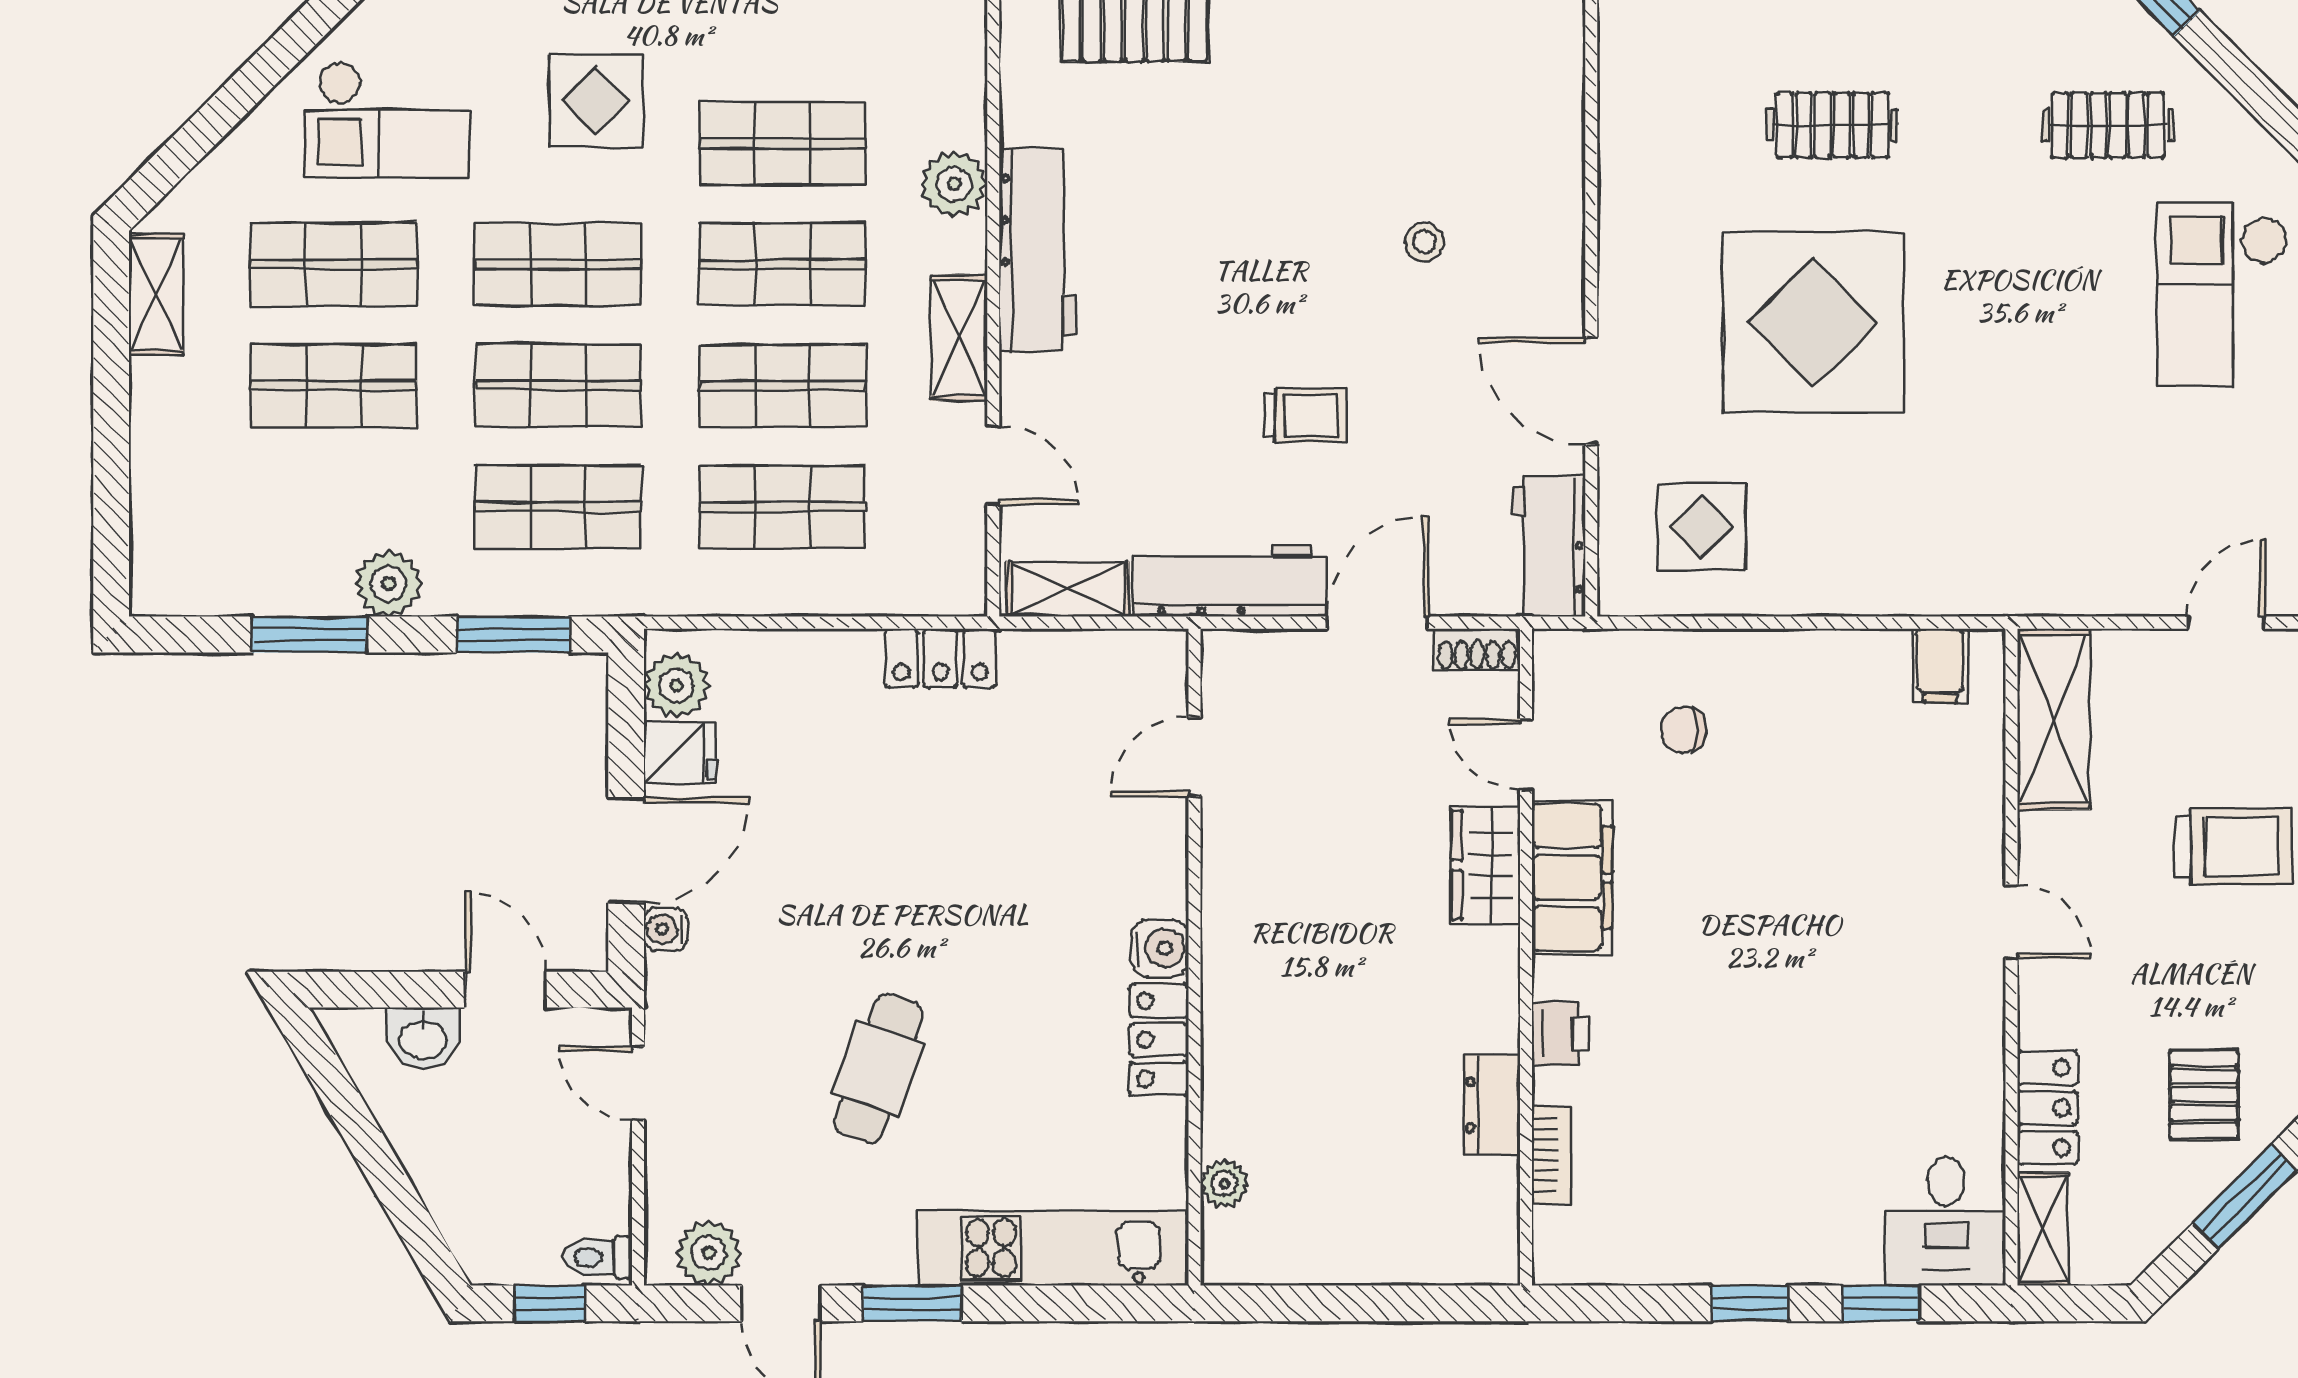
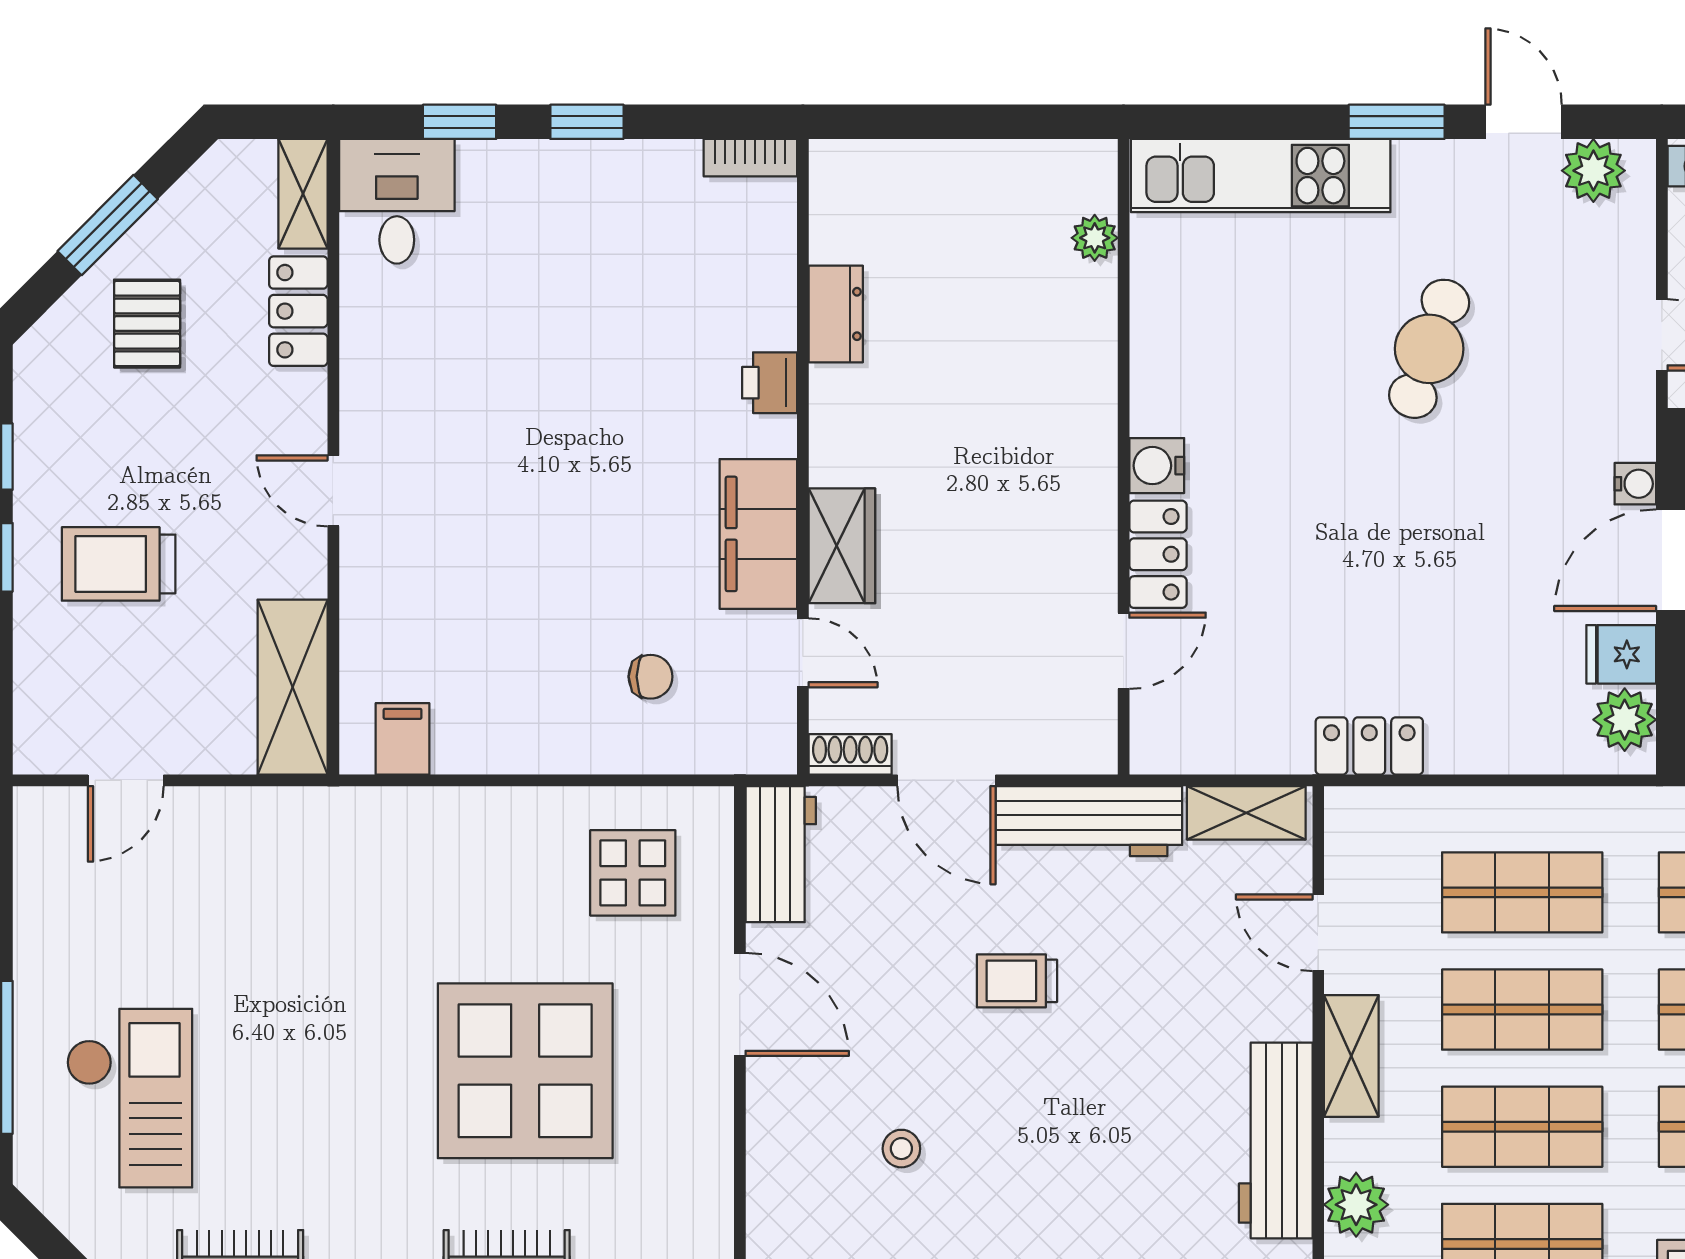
door: (1378, 623) -> (946, 780), hinge flipped
locker: (1159, 1040) -> (1158, 554), moved
bookcase: (1551, 1155) -> (750, 158), moved, turned -90

